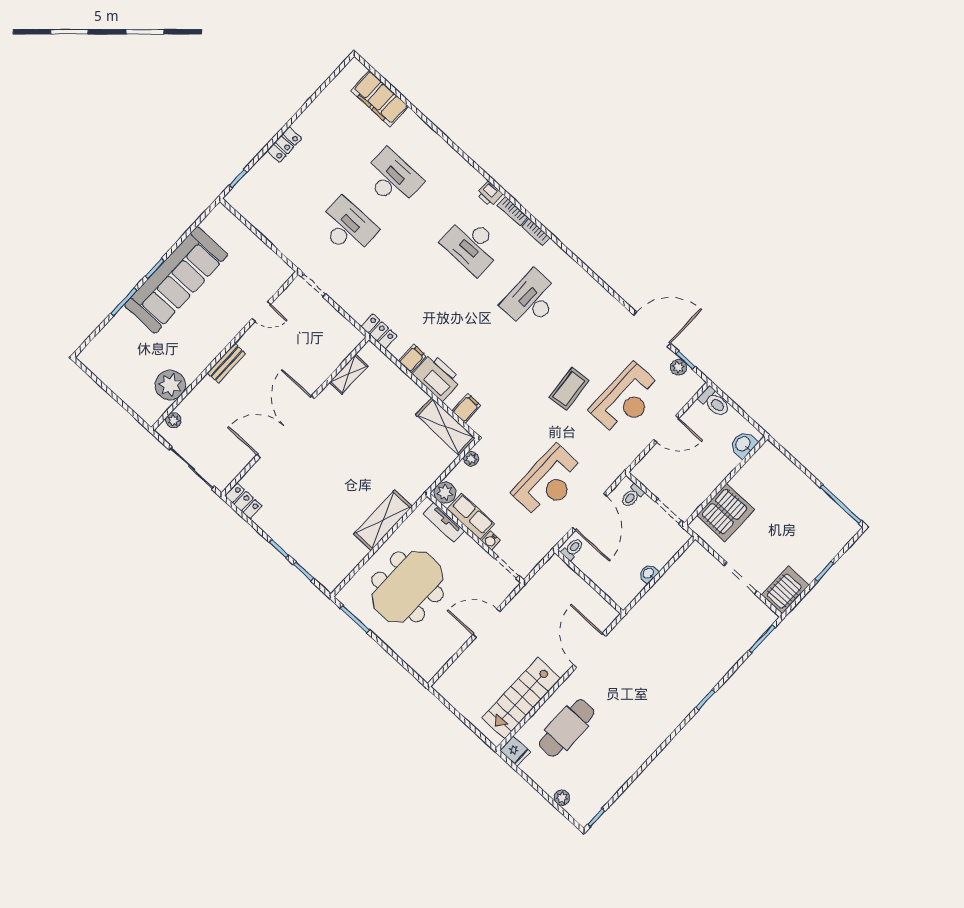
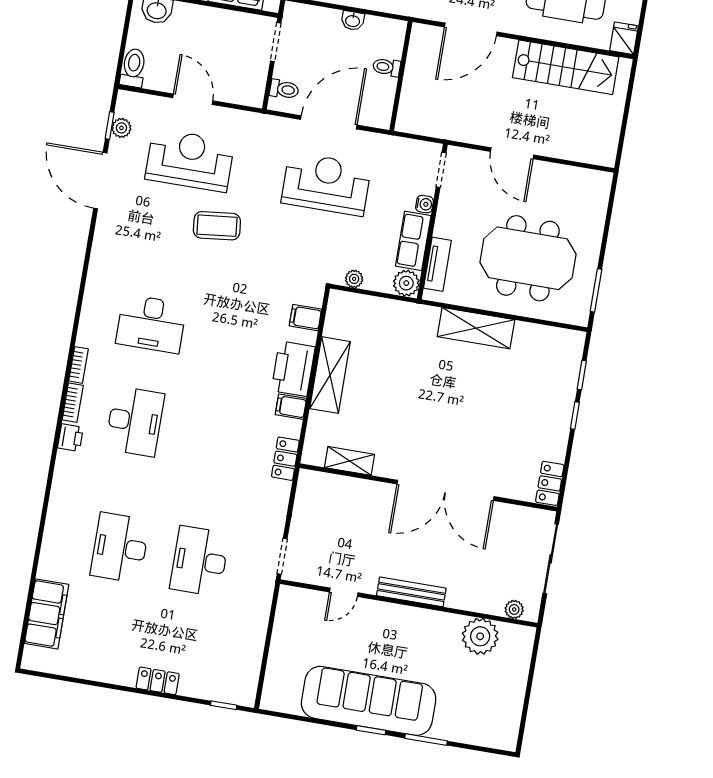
door: (261, 311) -> (344, 592), swing flipped
bench: (227, 363) -> (411, 592), width x1.36
shelving: (446, 426) -> (330, 375), moved
toilet: (573, 549) -> (387, 67), moved

